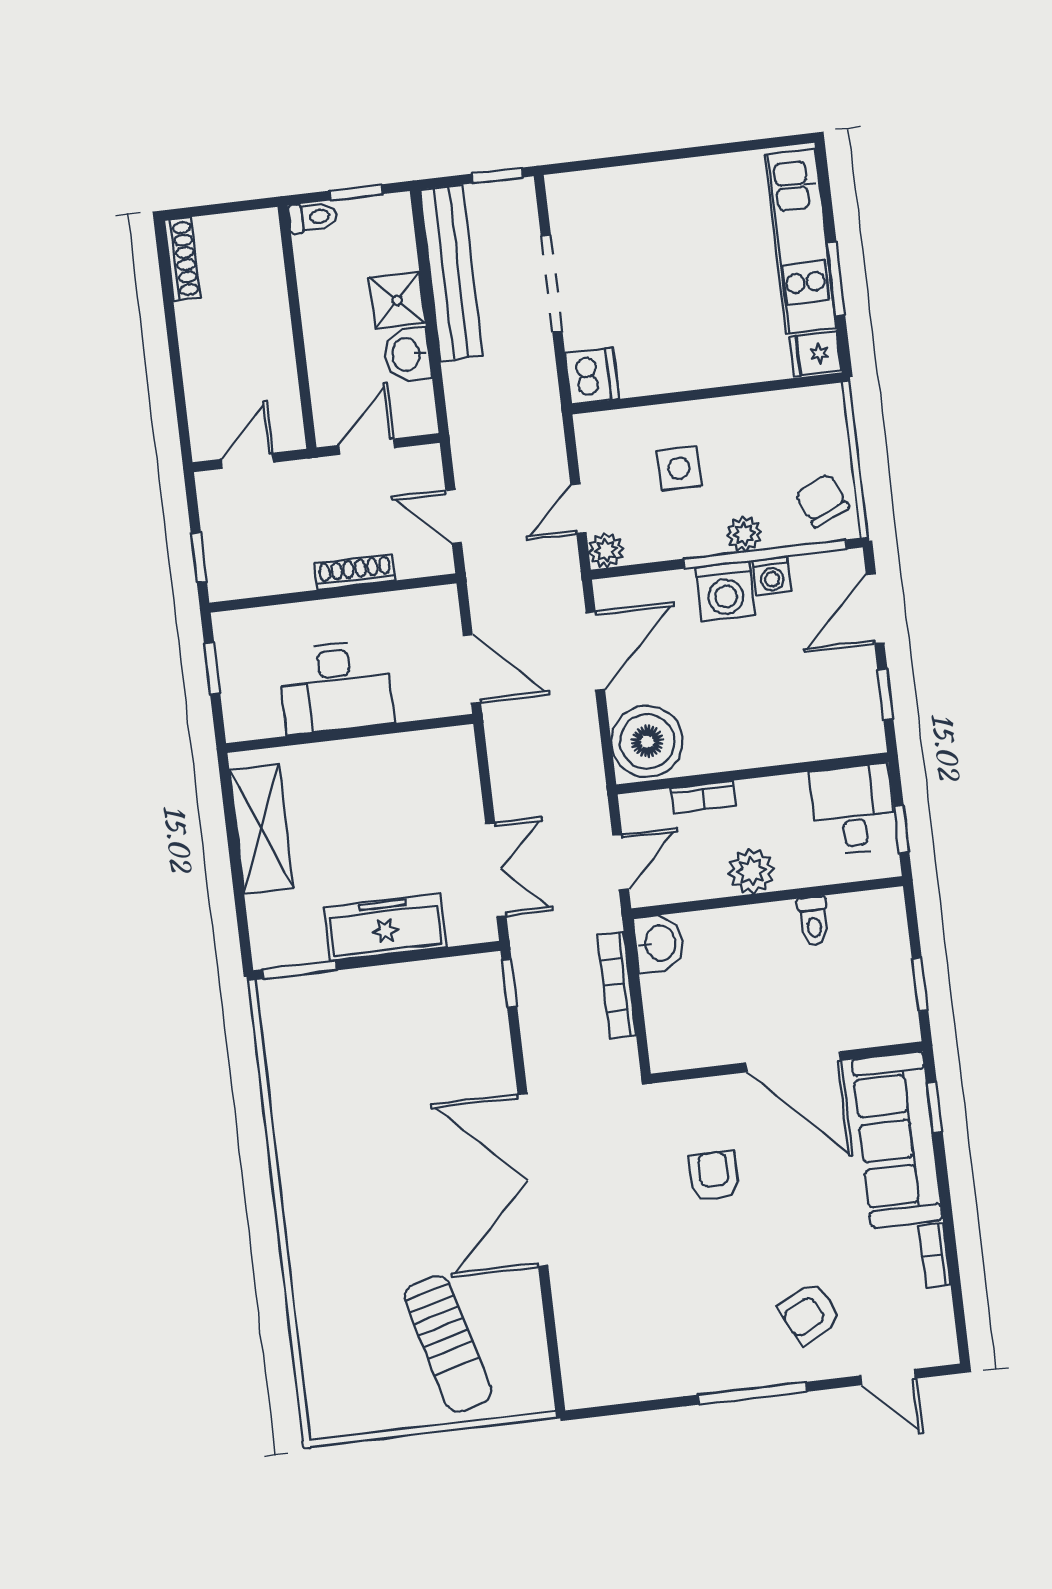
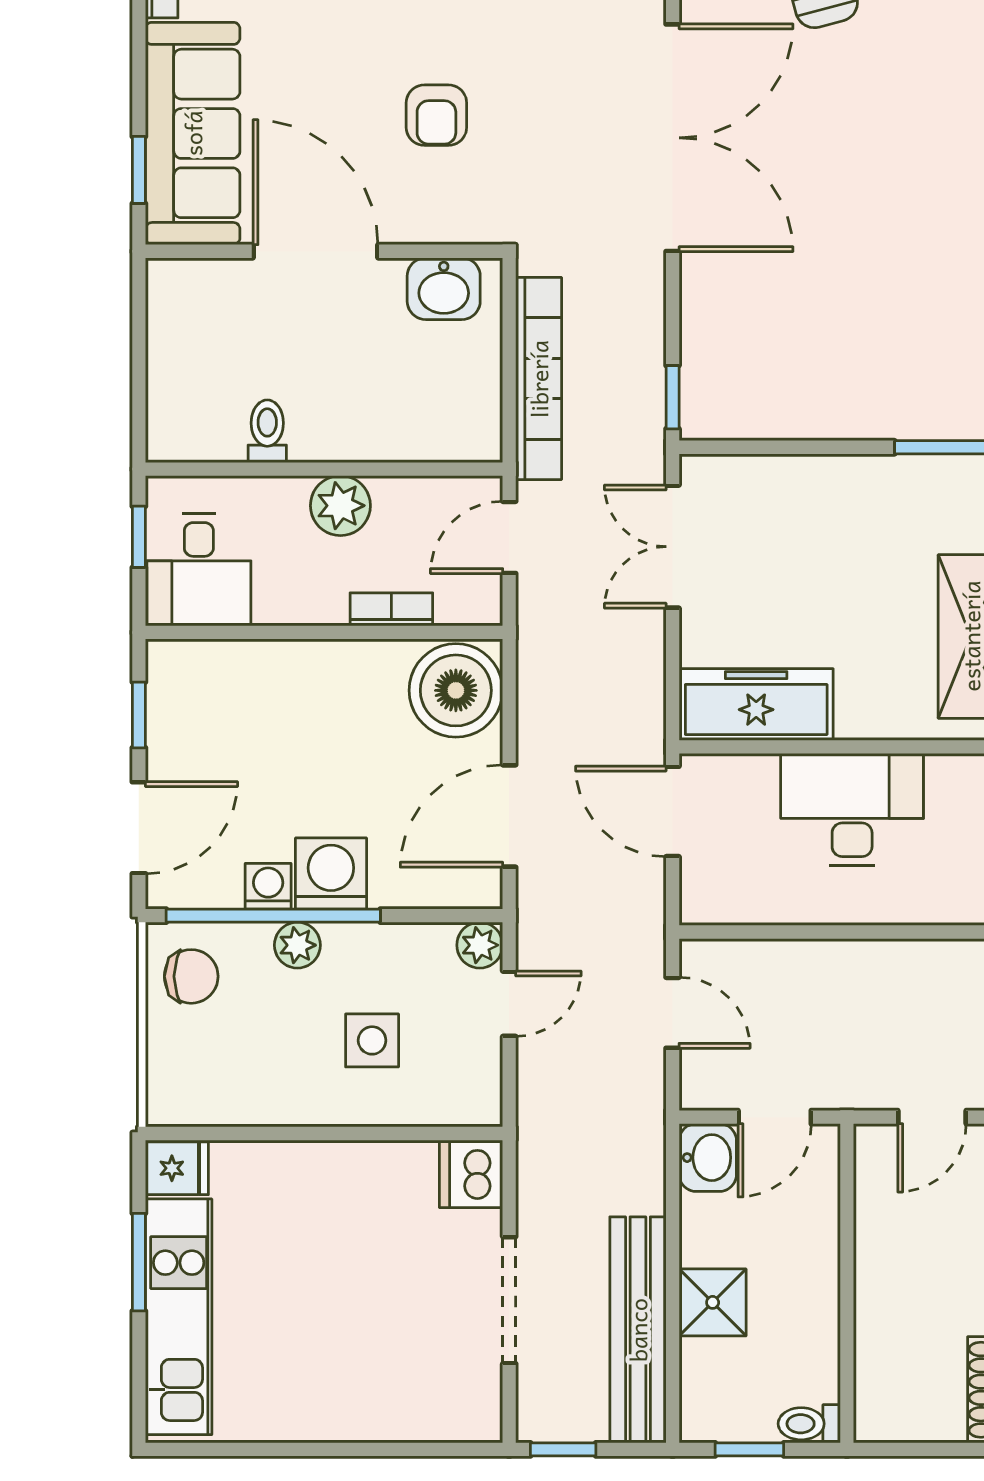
washbasin: (407, 354) -> (708, 1158), moved
chair: (822, 501) -> (191, 976), turned -66
shoe rack: (355, 572) -> (810, 956), removed
freezer: (385, 927) -> (756, 705), moved, turned 180
washbasin: (659, 943) -> (444, 289), moved, turned -90
window: (920, 984) -> (139, 332), removed
bookcase: (617, 985) -> (539, 379), width x1.48, depth x1.31

